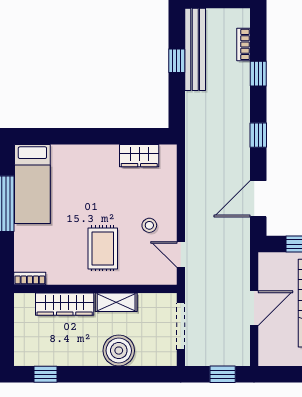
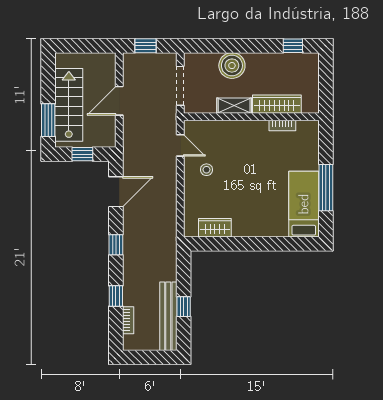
rug: (103, 248) -> (245, 150), removed
bookcase: (30, 278) -> (282, 126), moved

